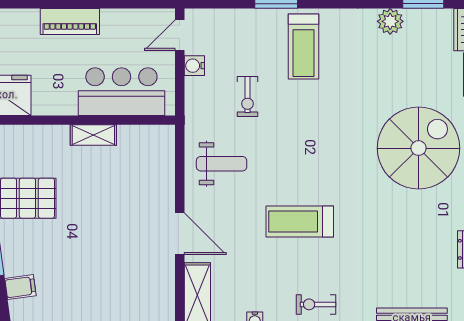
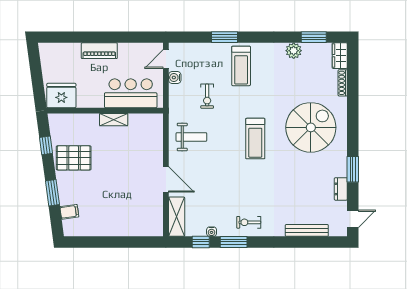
treadmill: (300, 222) -> (255, 139), moved, turned -90

